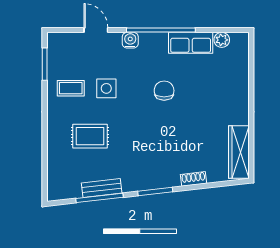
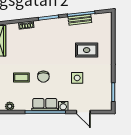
row of seats: (191, 43) -> (45, 105), moved
coffee table: (71, 88) -> (21, 77), moved

